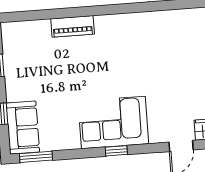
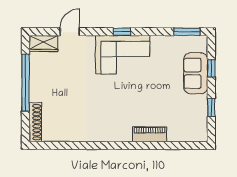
sofa: (23, 128) -> (196, 73), moved

